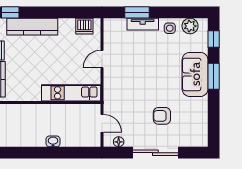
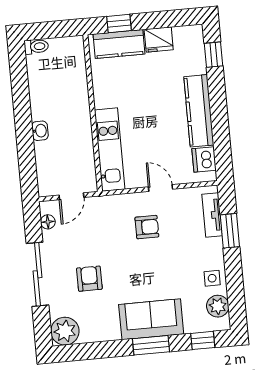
tv unit: (143, 24) -> (212, 215), moved
kitchen counter: (32, 27) -> (199, 111), moved
armchair: (129, 71) -> (147, 227), added
plant: (198, 137) -> (65, 331), added

